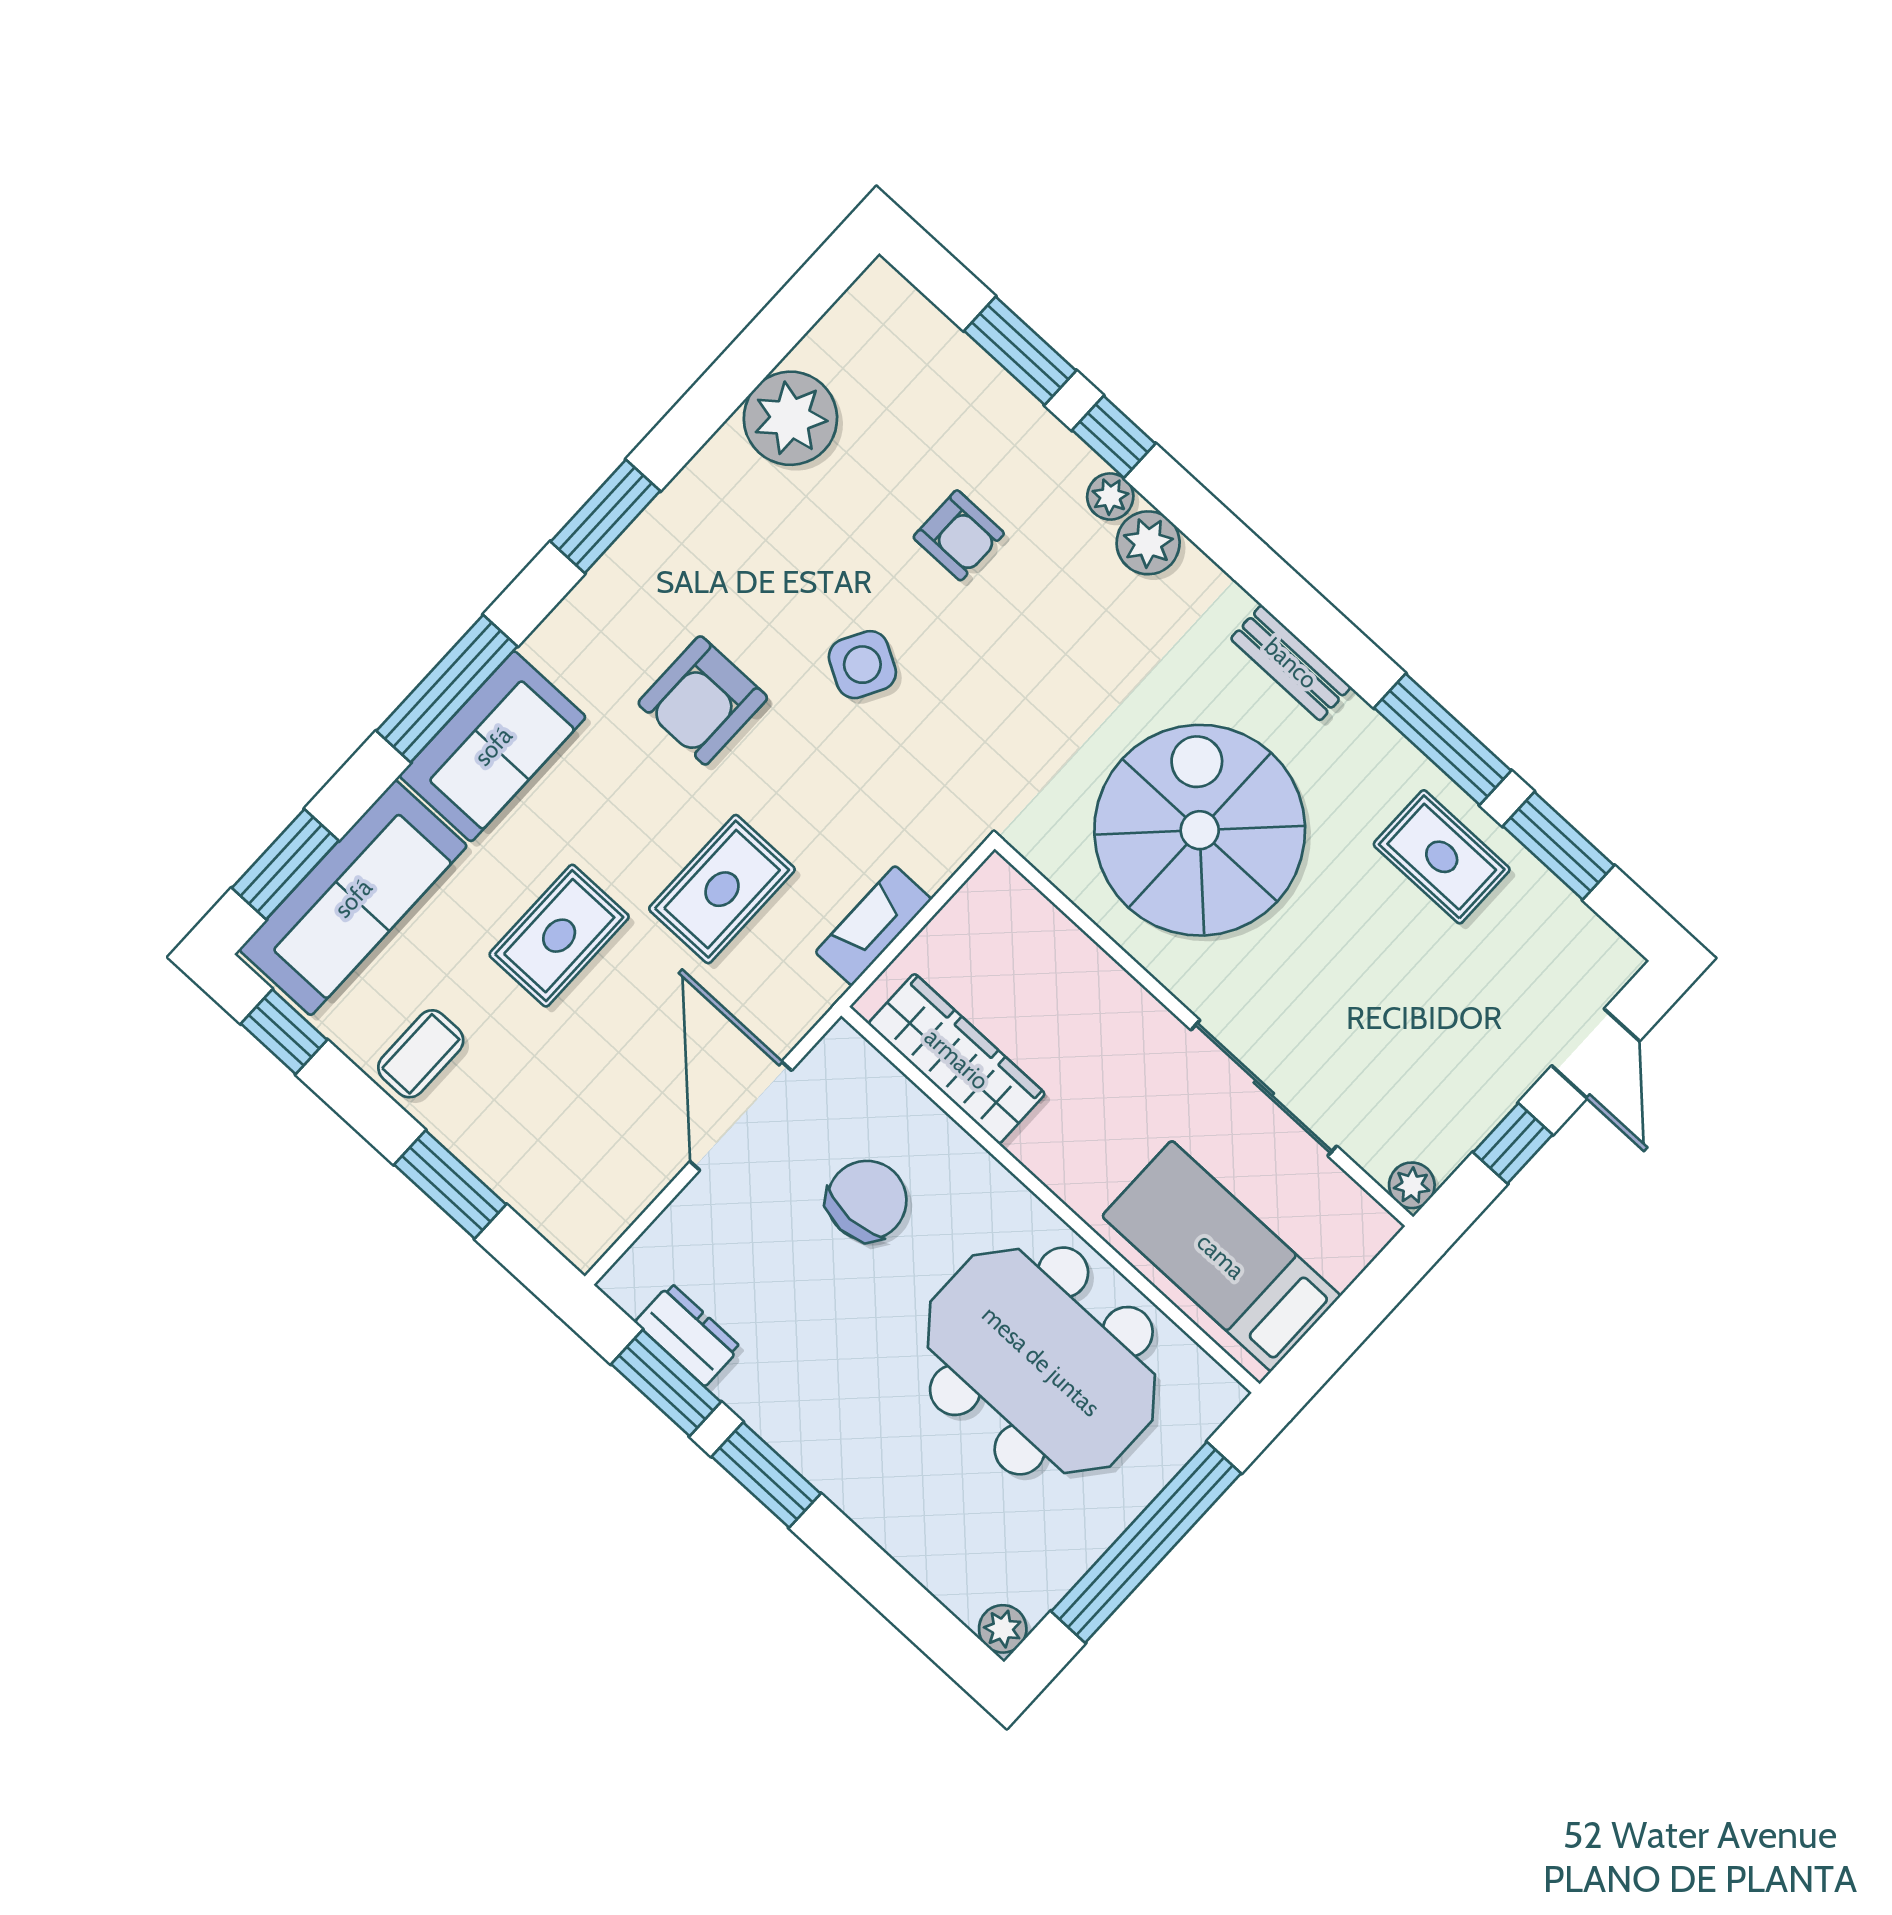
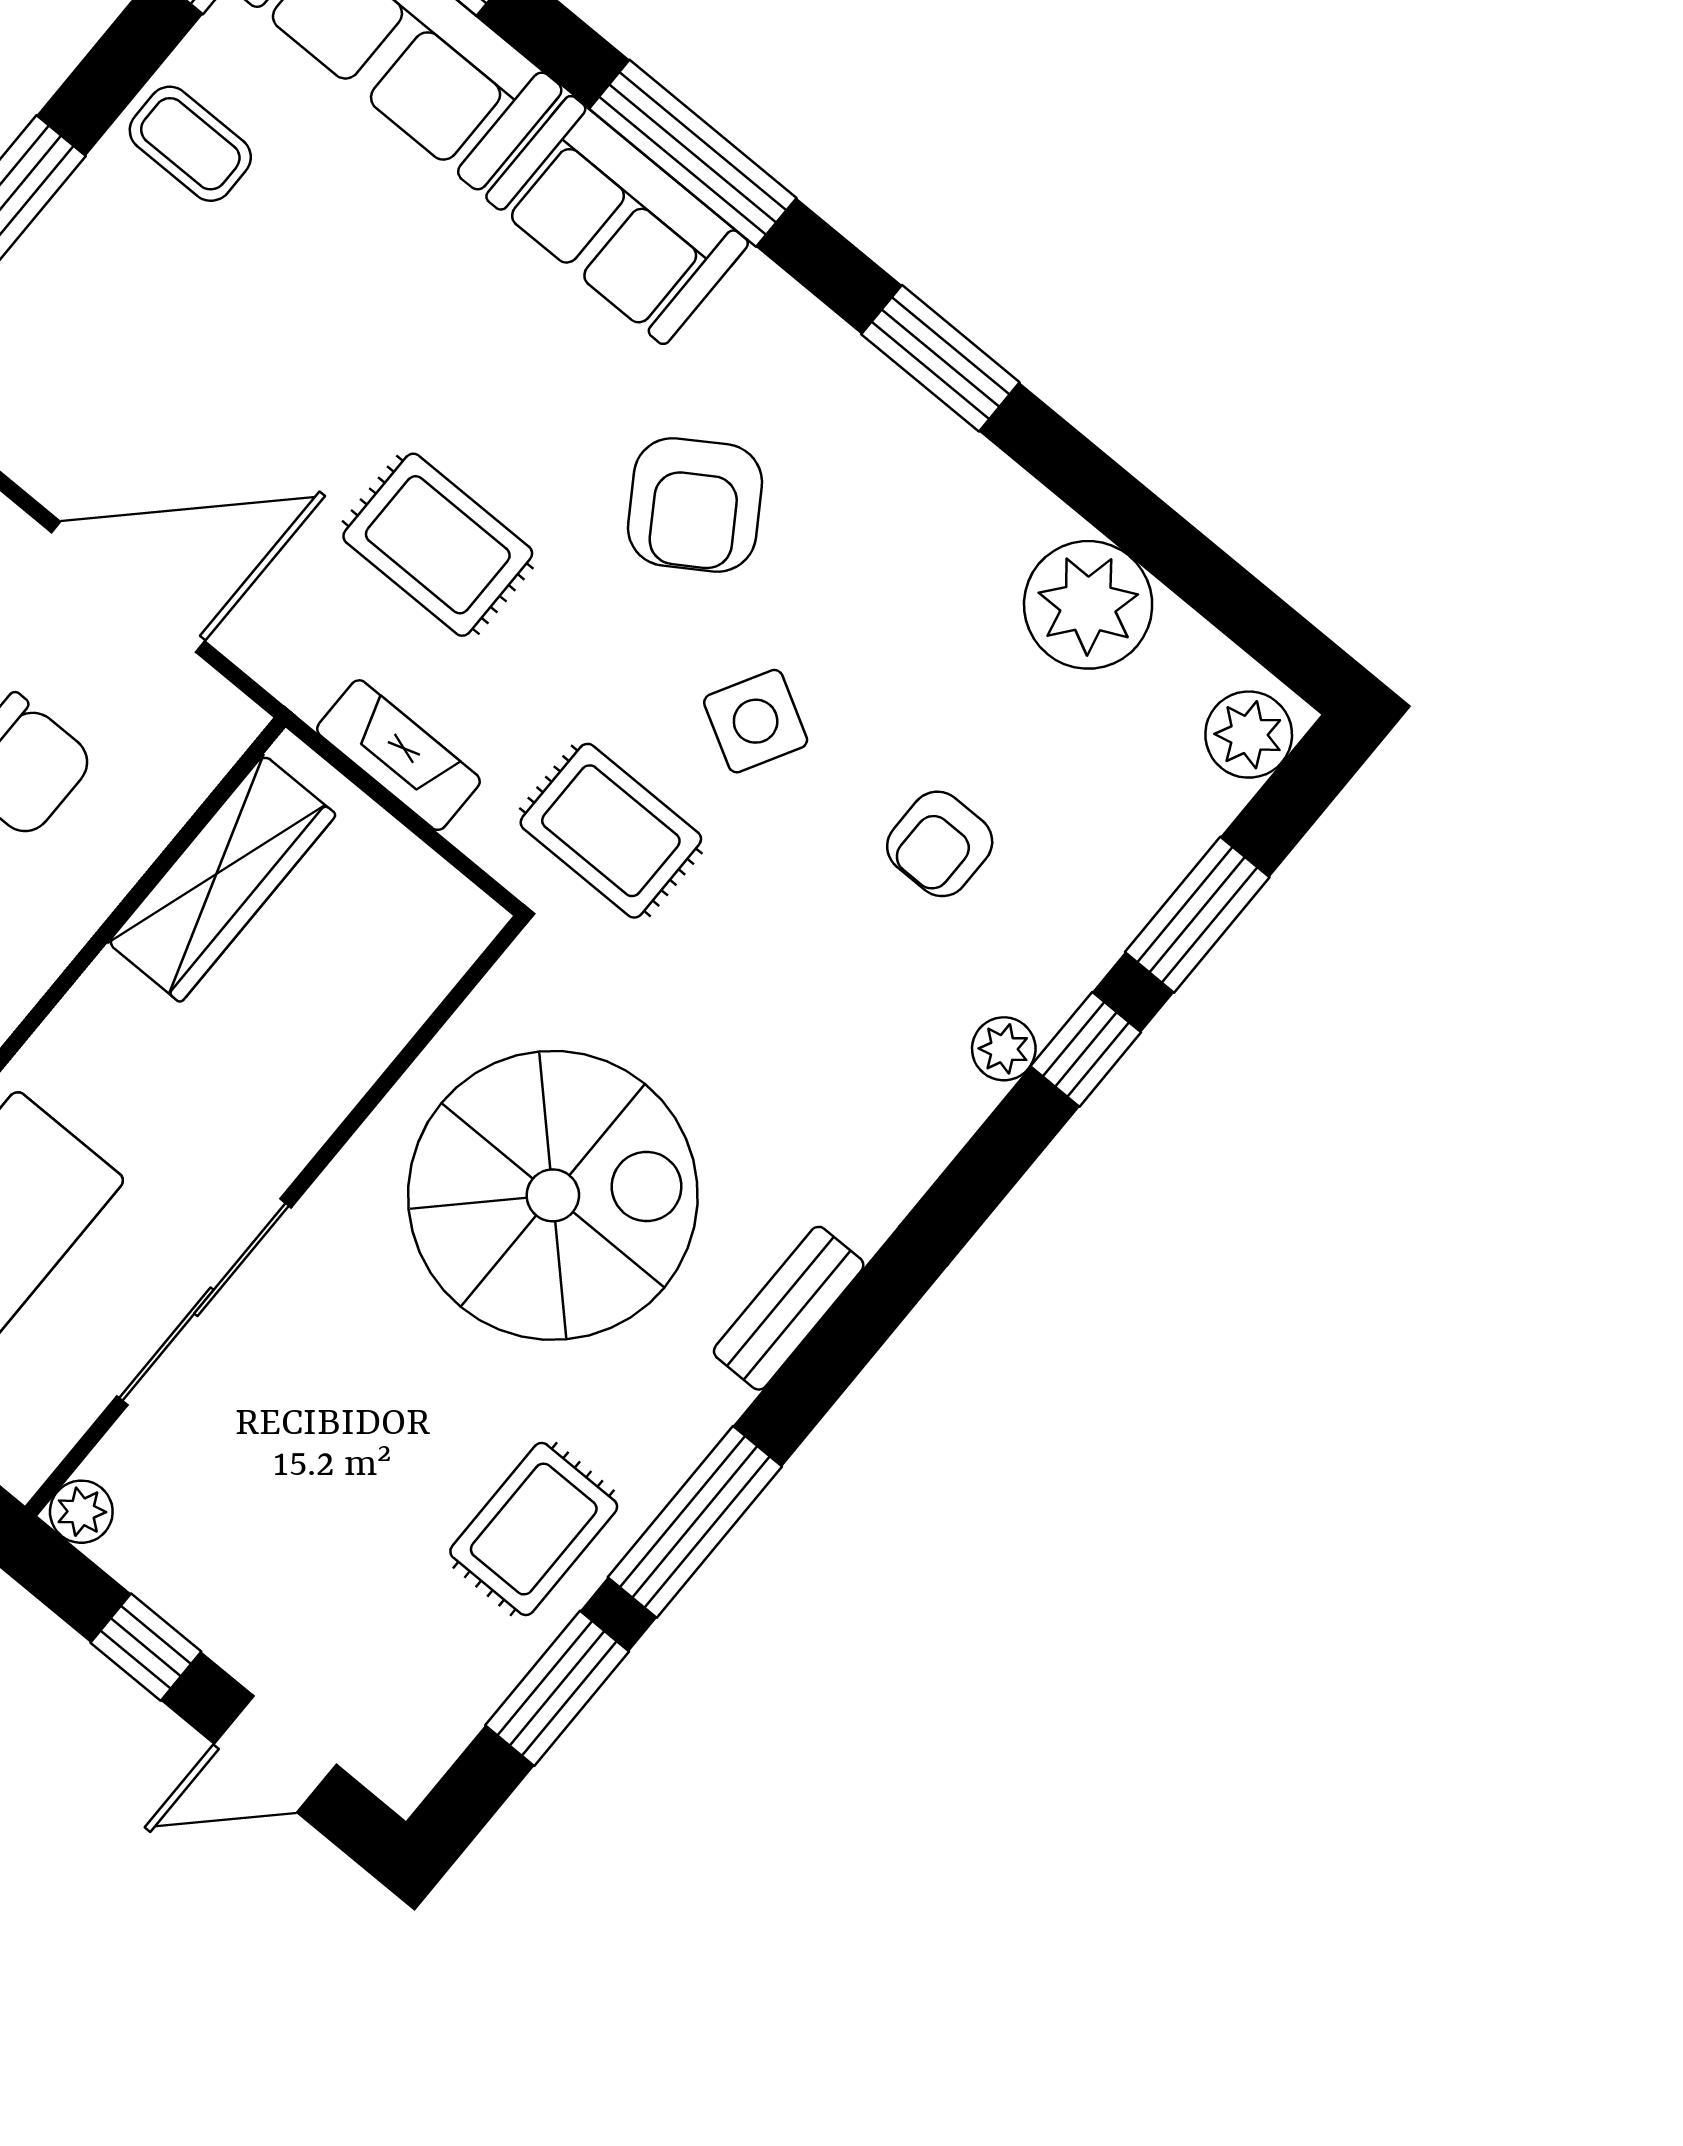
plant: (1148, 543) -> (1249, 735), moved
armchair: (703, 700) -> (695, 505), turned -123
rug: (559, 936) -> (611, 831), moved

